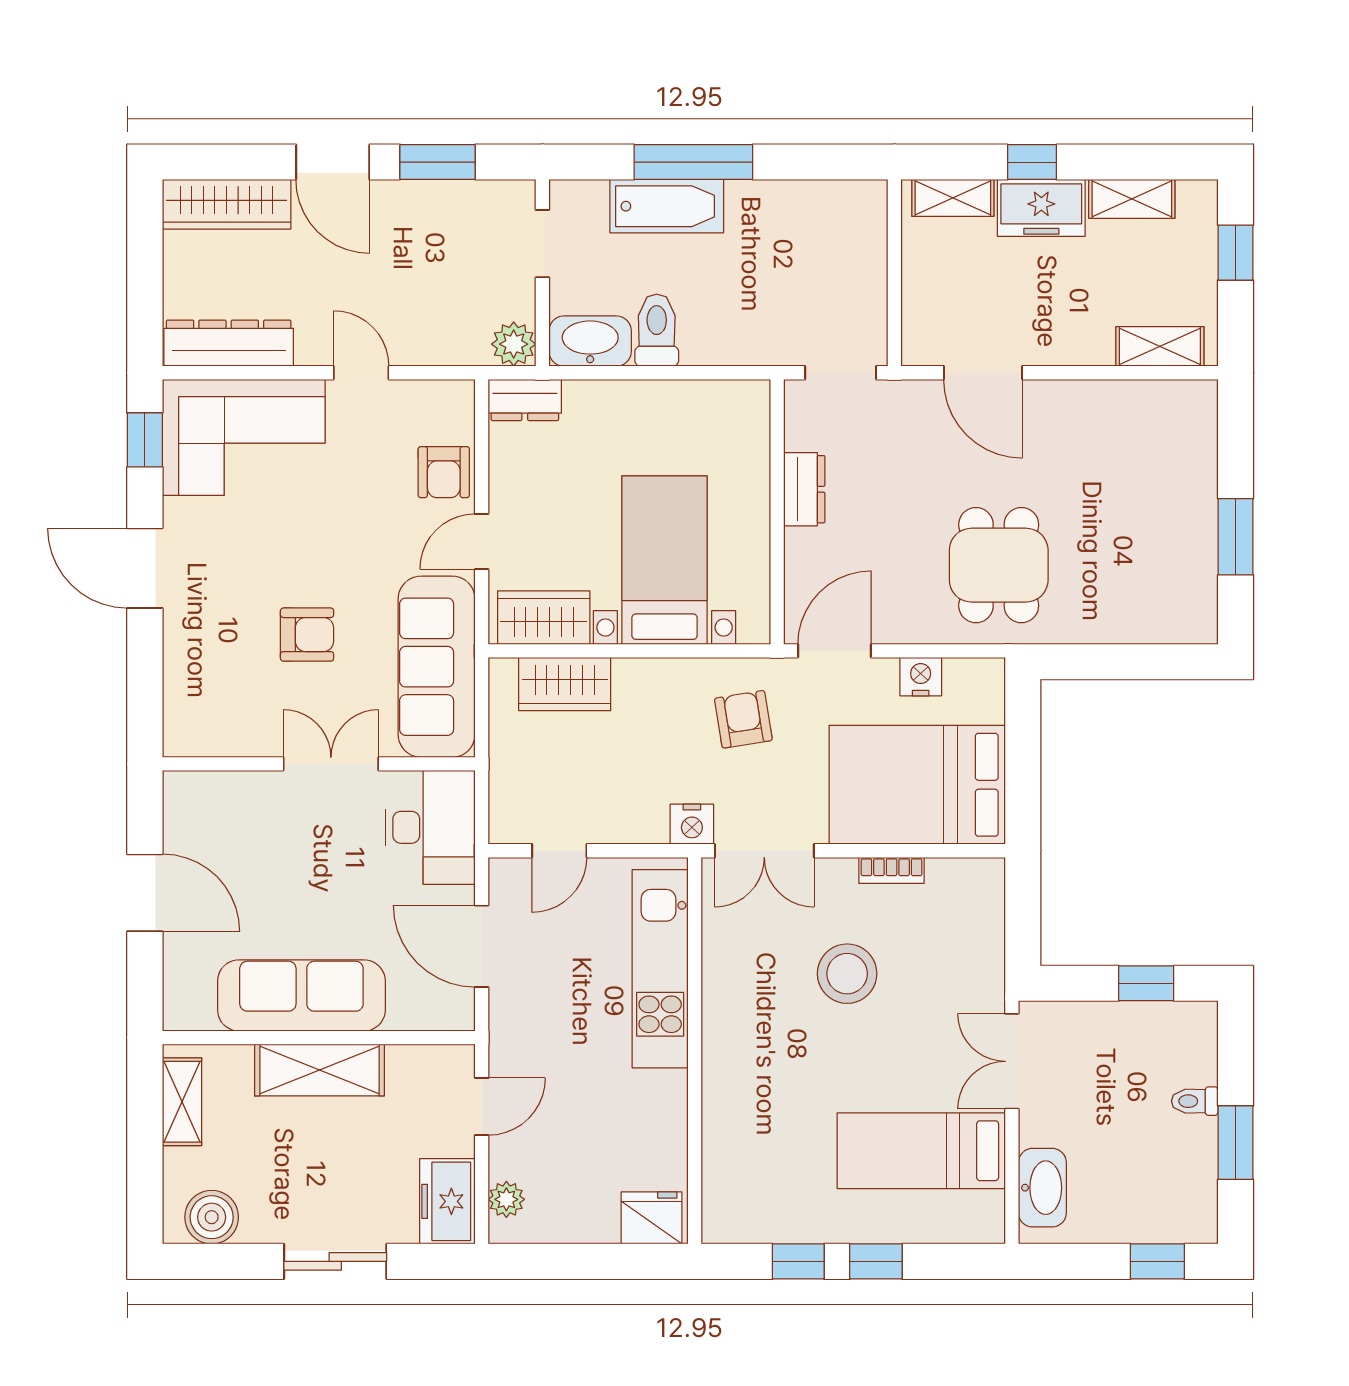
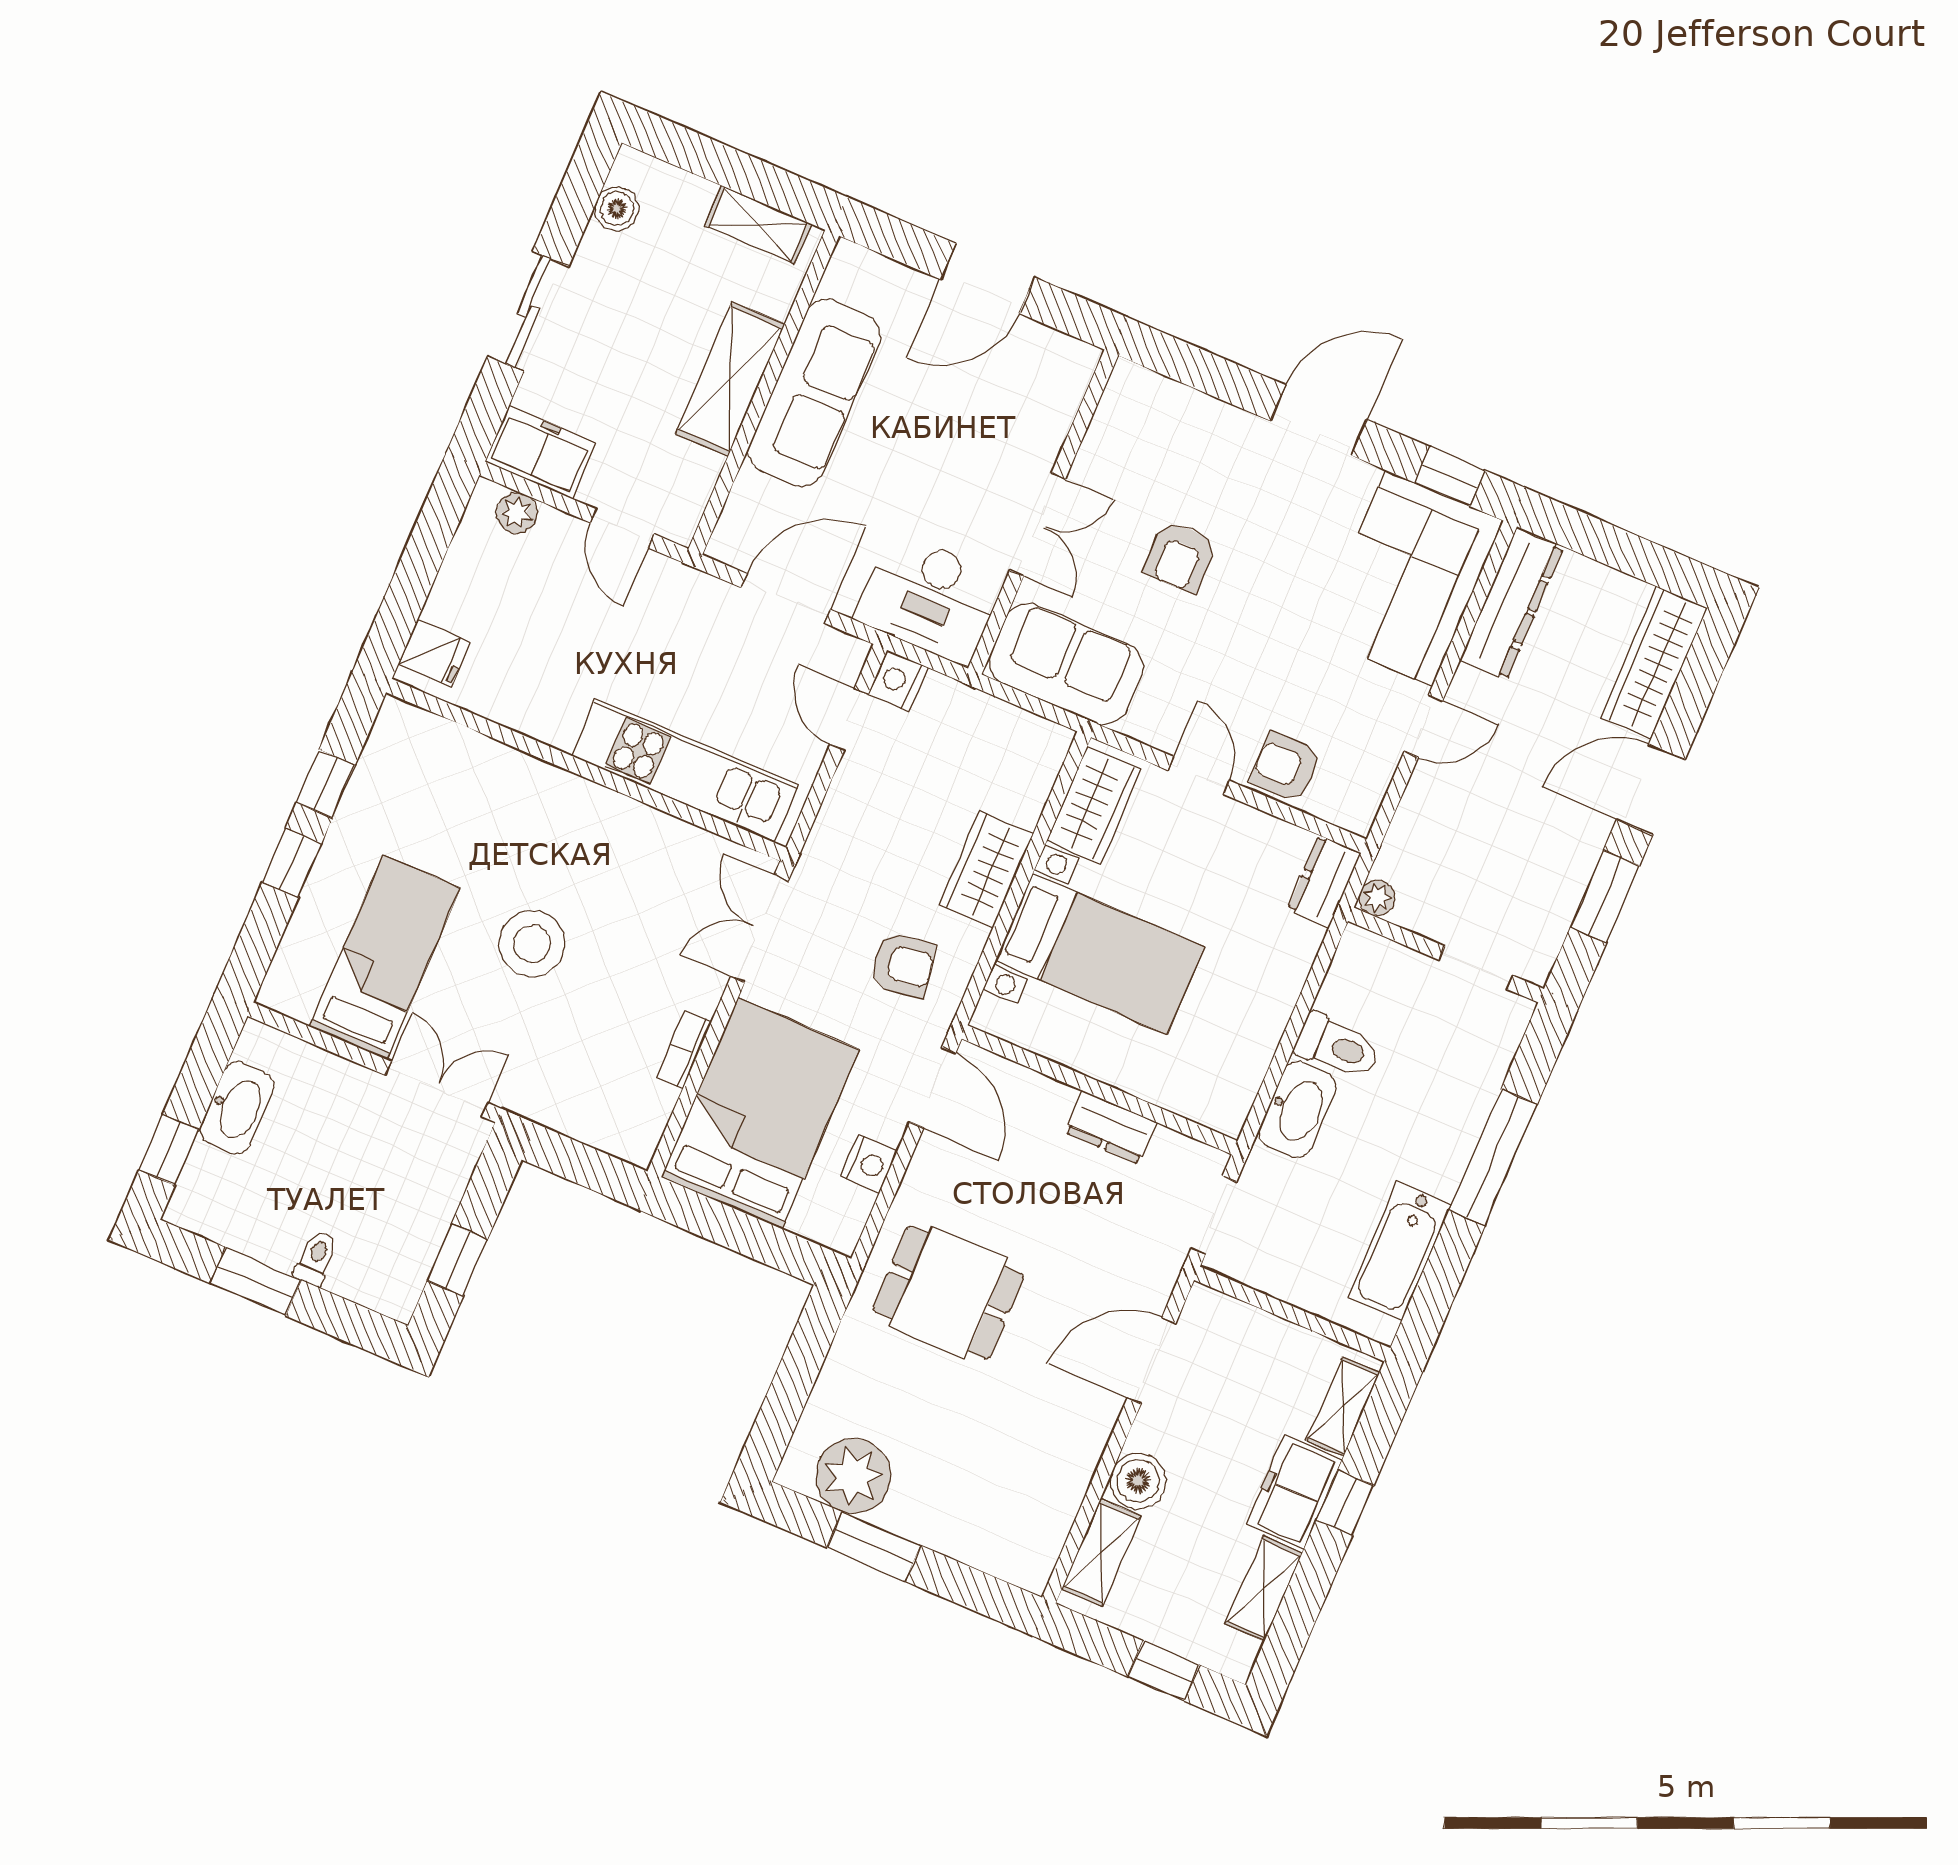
bathtub: (667, 206) -> (1400, 1251), moved
washbasin: (590, 341) -> (1297, 1110), moved
boiler: (1087, 341) -> (1138, 1481), added
plant: (514, 344) -> (1377, 898), width x0.73, depth x0.73
plant: (1184, 579) -> (853, 1476), added
sofa: (437, 667) -> (1066, 664), width x0.73
wardrobe: (565, 684) -> (986, 869), moved
nightstand: (692, 824) -> (898, 681), moved
stool: (847, 974) -> (532, 944), moved
washbasin: (1042, 1188) -> (237, 1108), moved, turned -90
boiler: (212, 1217) -> (617, 209), width x0.73, depth x0.73
fridge: (652, 1218) -> (434, 653), width x0.72

